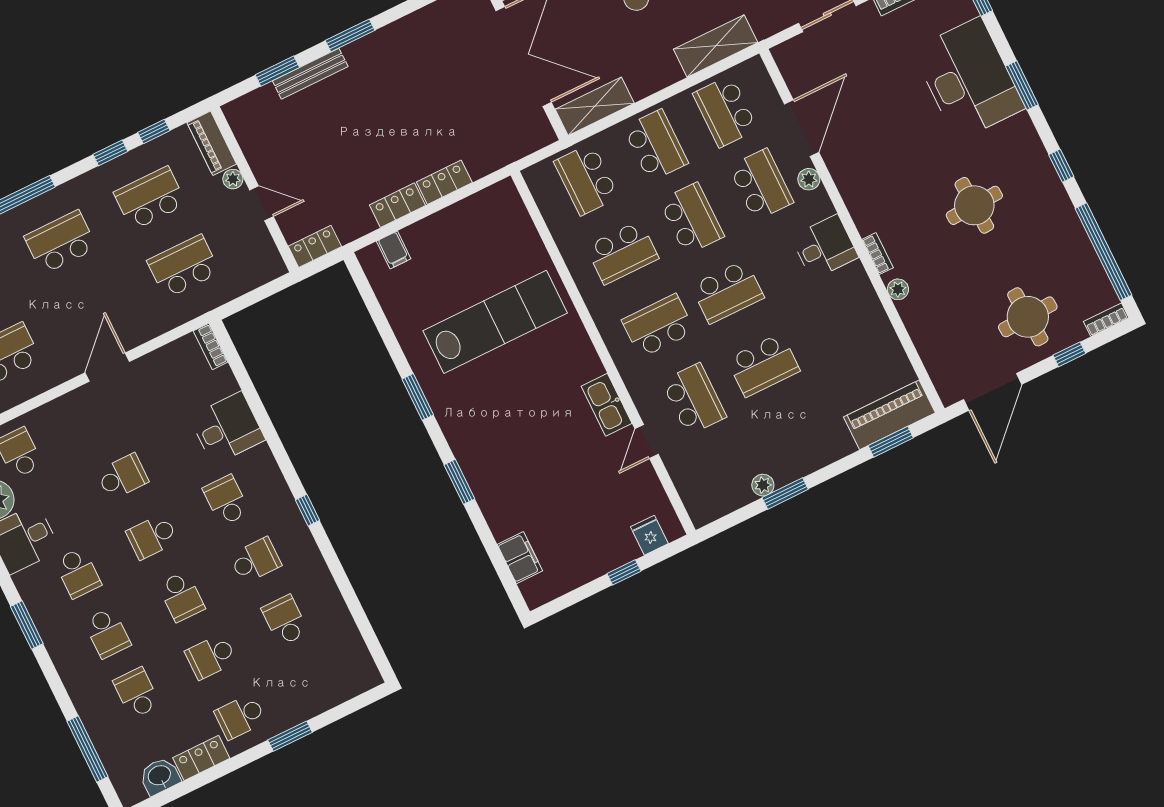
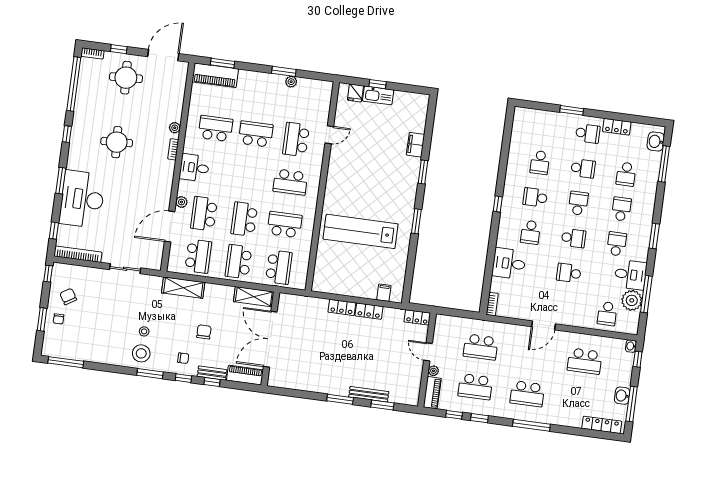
school desk: (728, 292) -> (215, 129), moved
kitchen sink: (607, 405) -> (378, 95), moved, turned 90
filing cabinet: (520, 558) -> (416, 145), moved
washbasin: (160, 776) -> (656, 141), moved, turned 90

